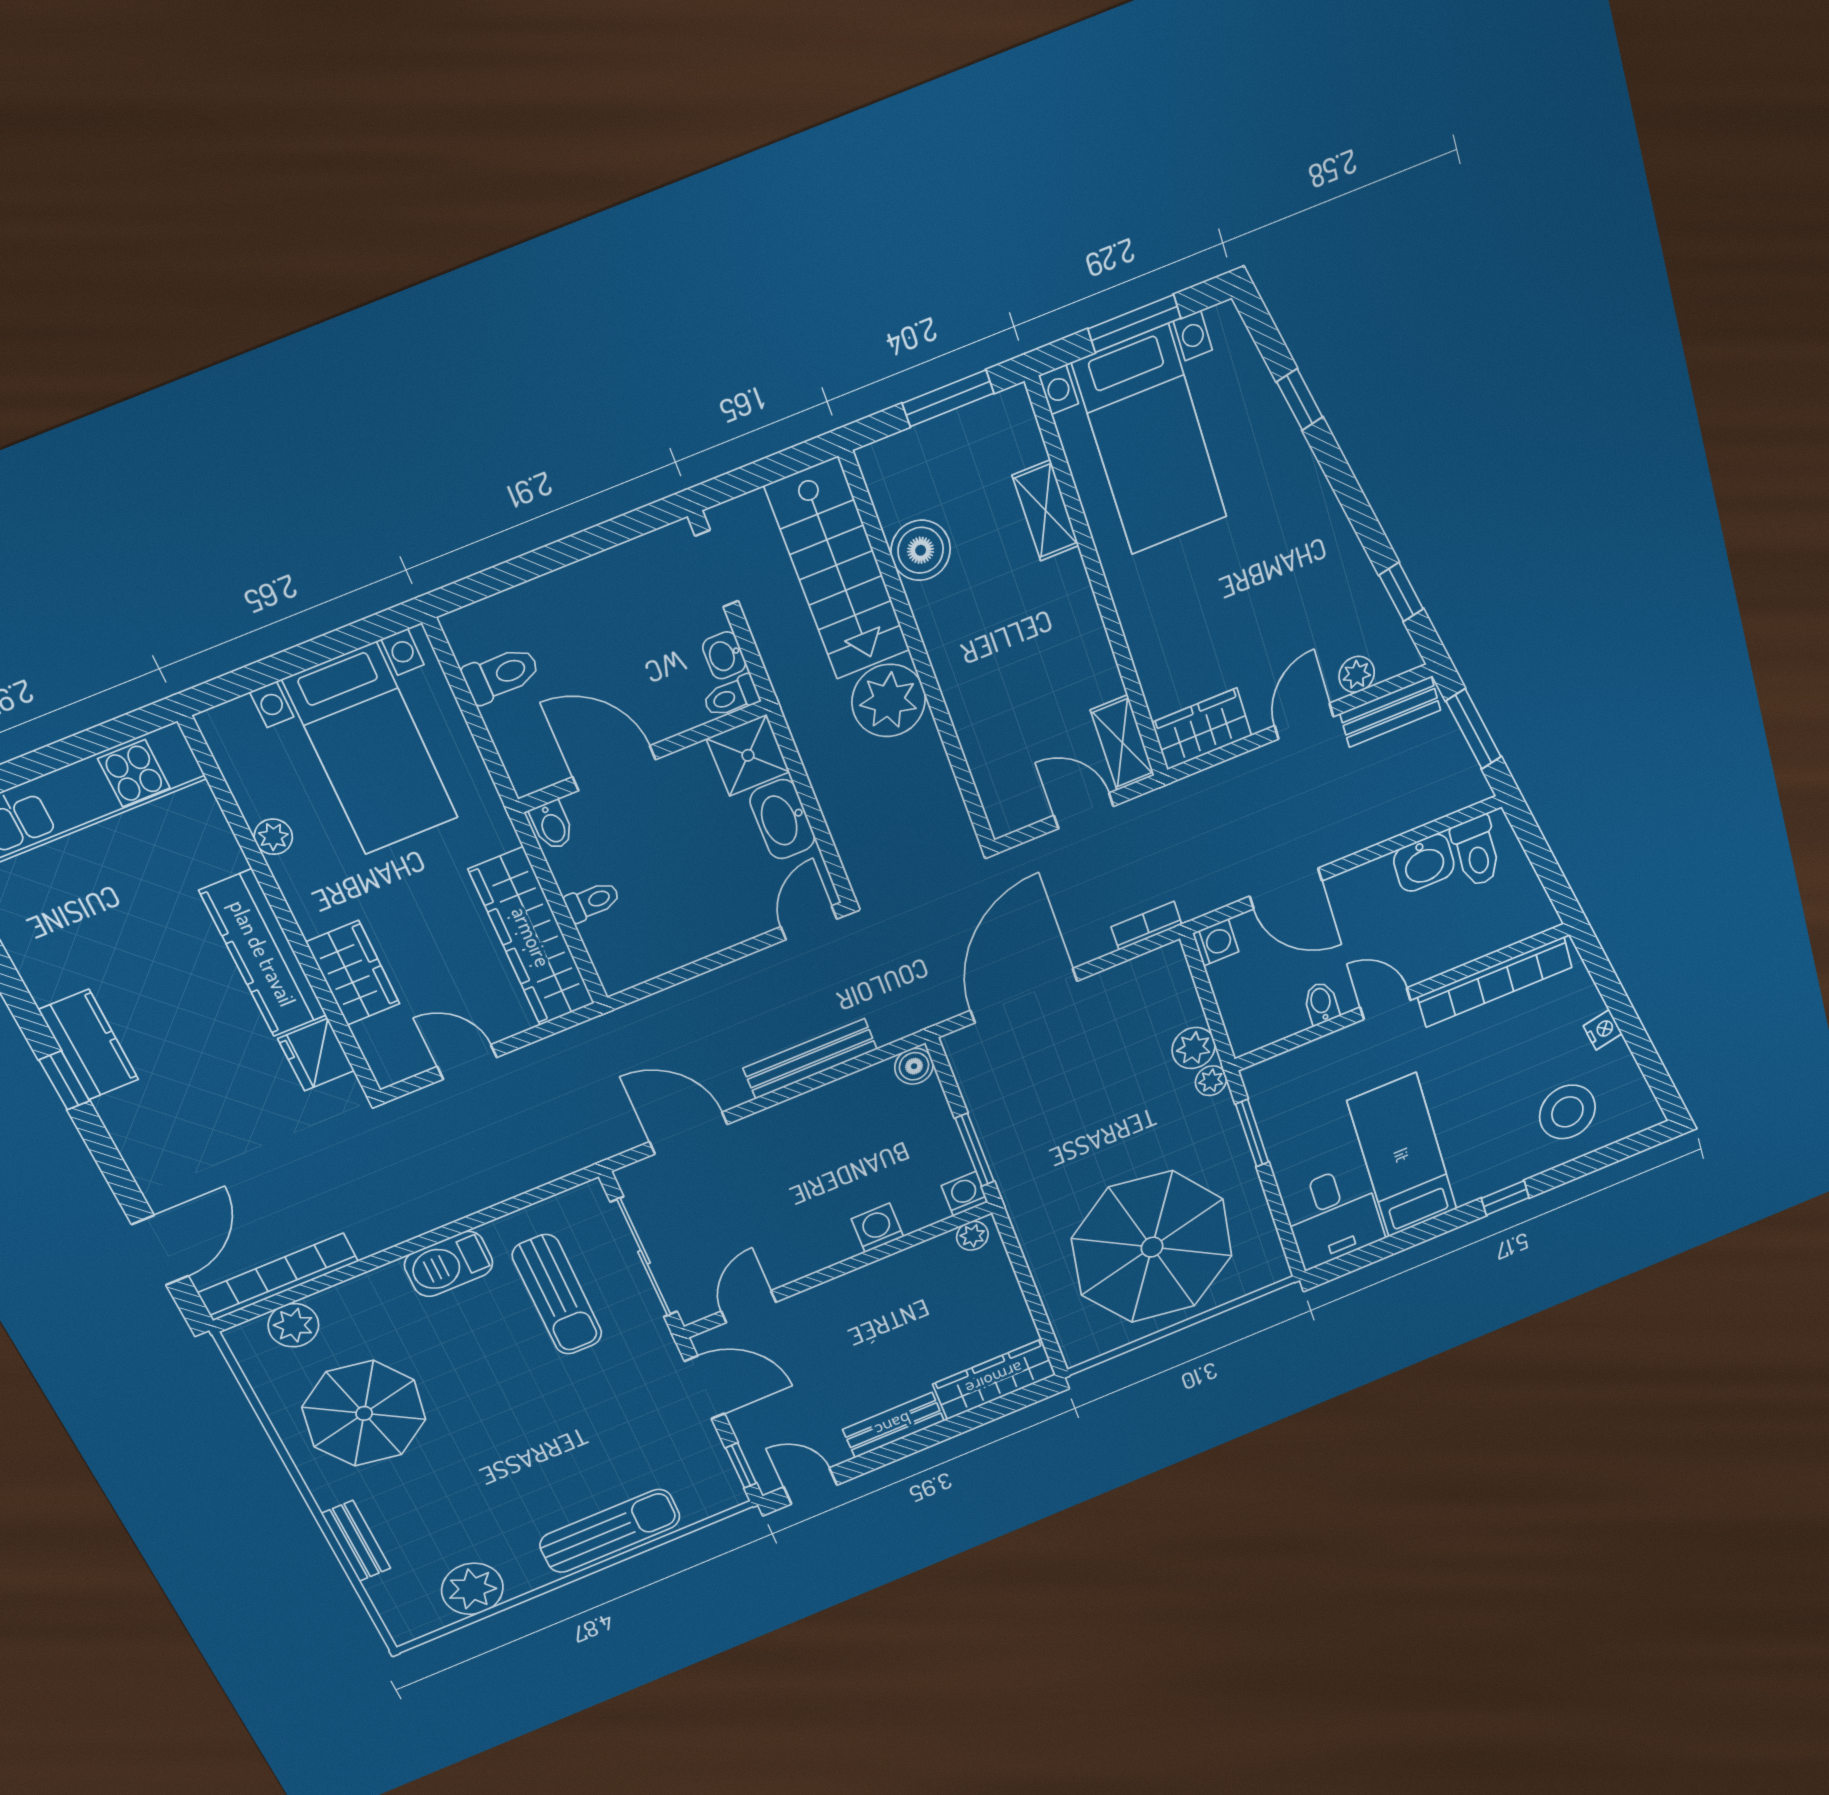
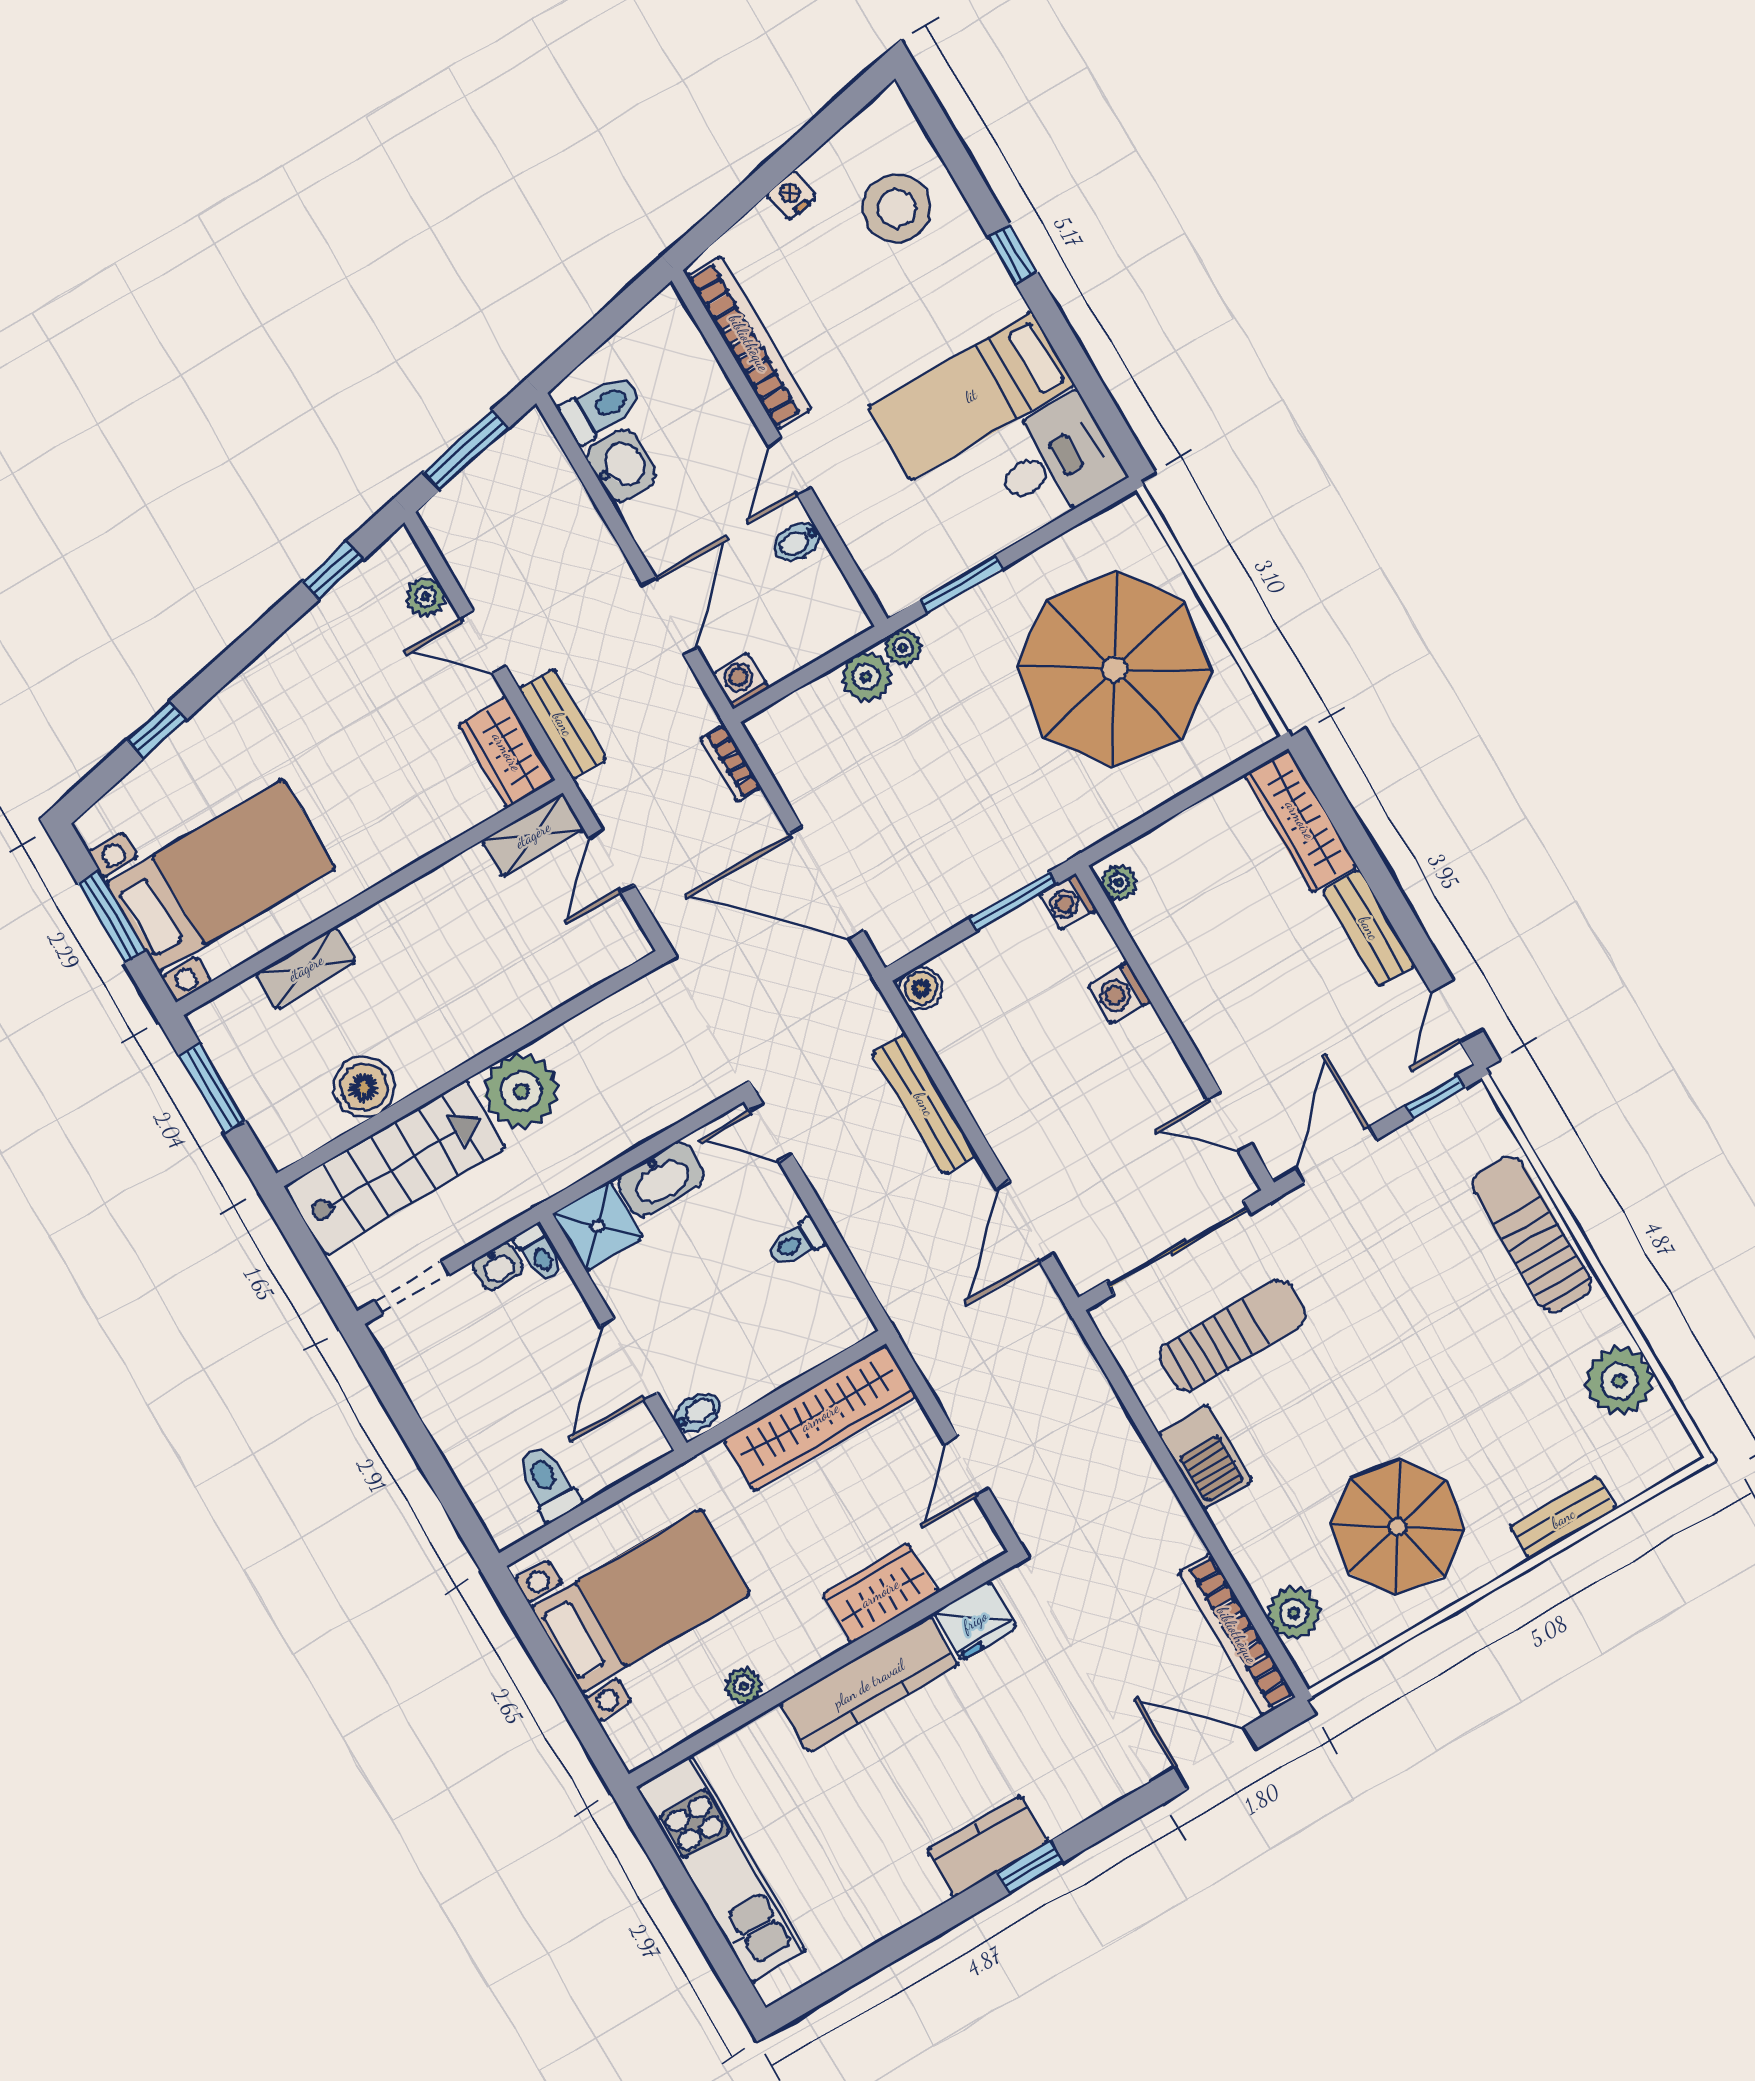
bench: (1390, 712) -> (563, 724), moved
toilet: (592, 901) -> (796, 1243), moved, turned -90

